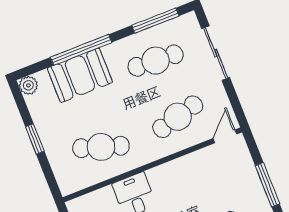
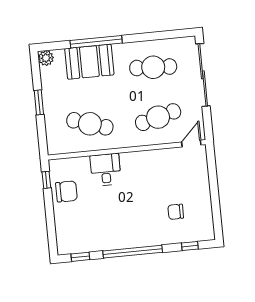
window: (155, 21) -> (162, 35), removed
sliding door: (216, 53) -> (203, 75), width x1.36
window: (267, 185) -> (214, 192), removed

